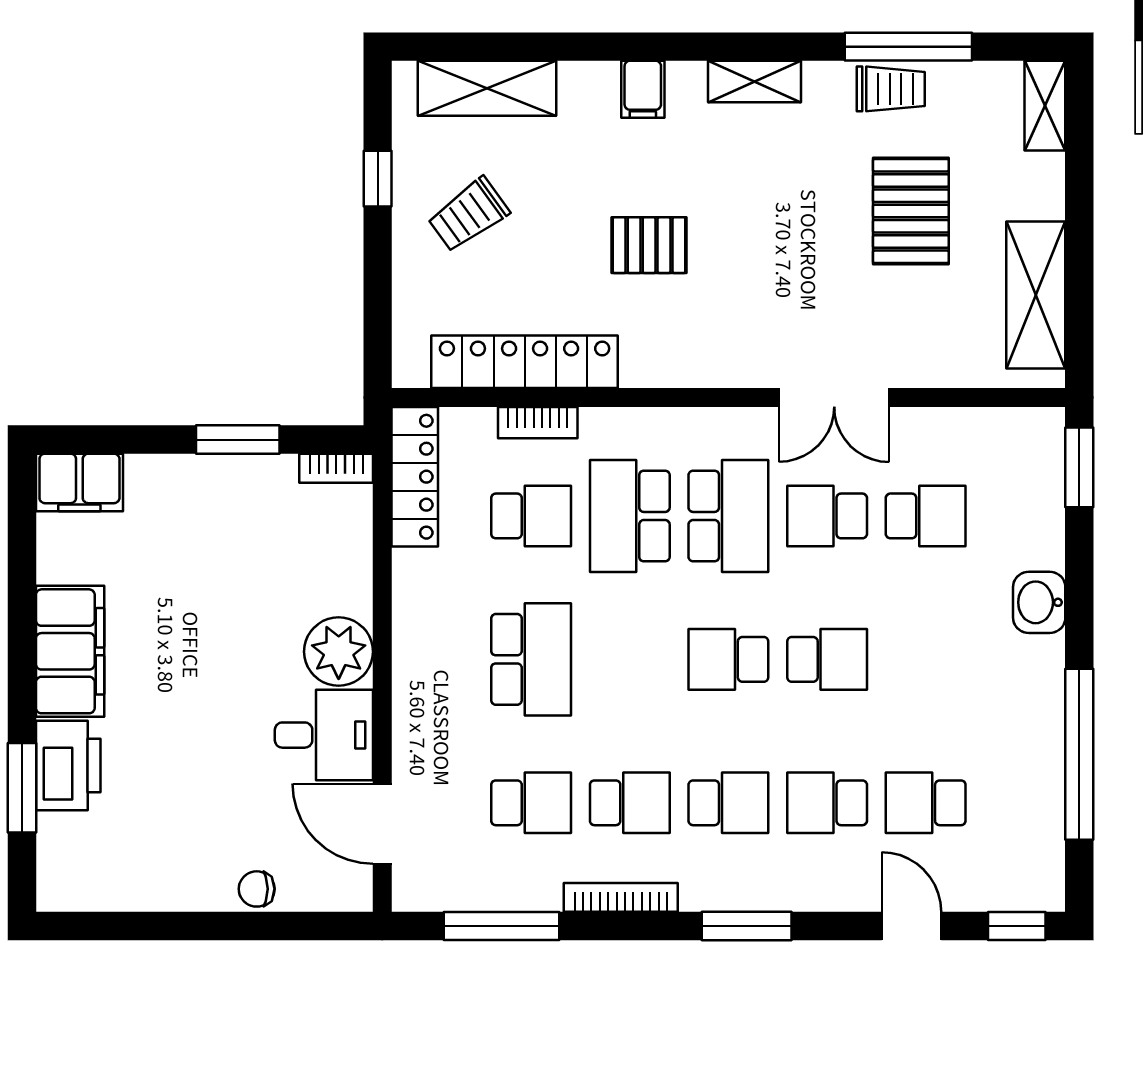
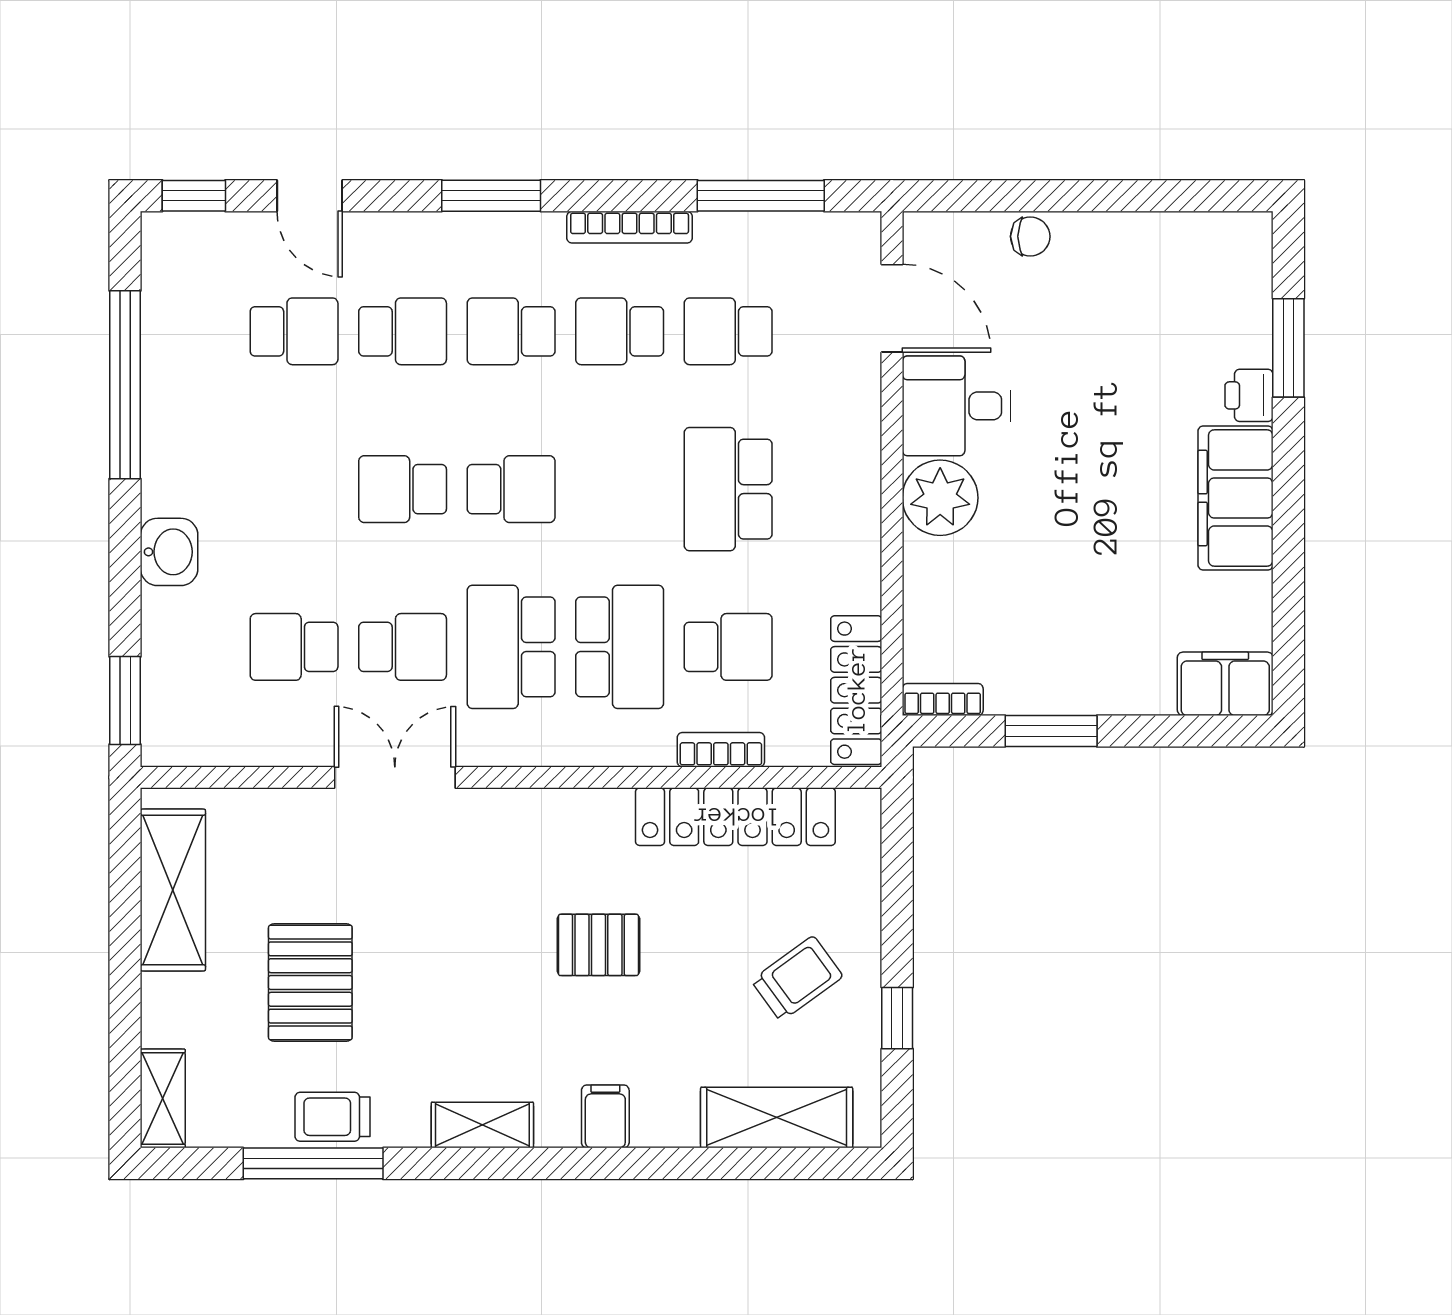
school desk: (531, 516) -> (728, 647), turned 180
printer: (68, 765) -> (1249, 395), width x0.53, depth x0.68

